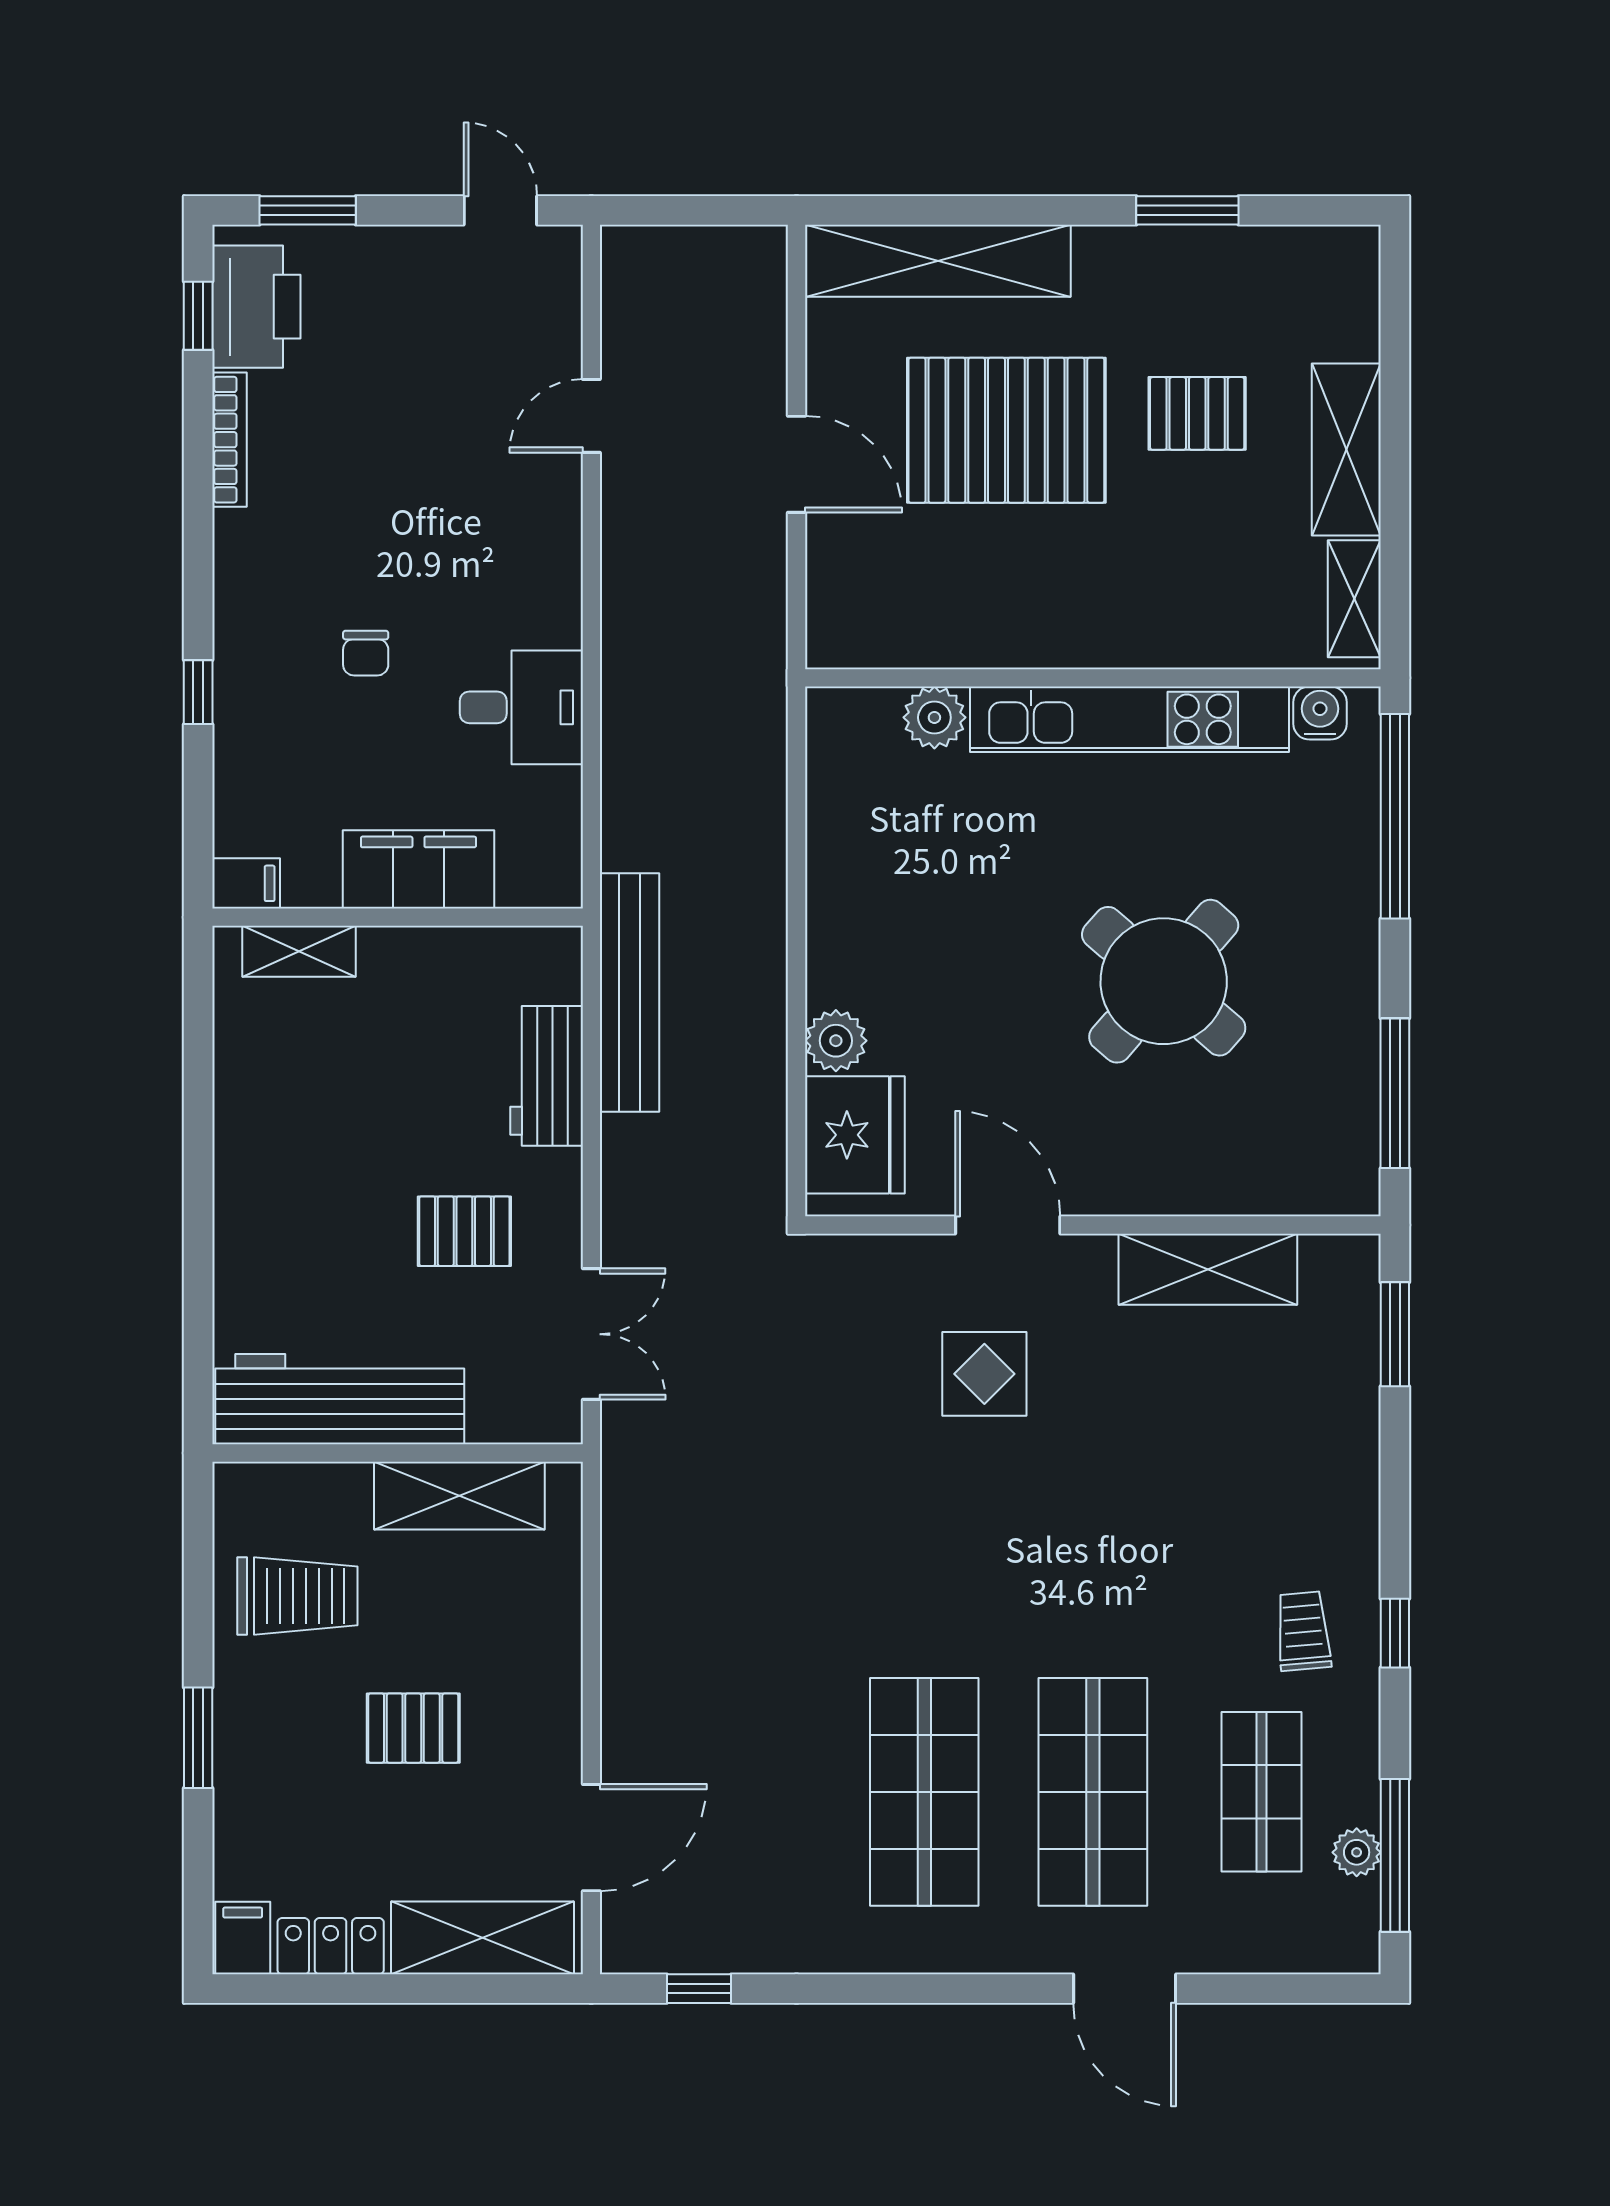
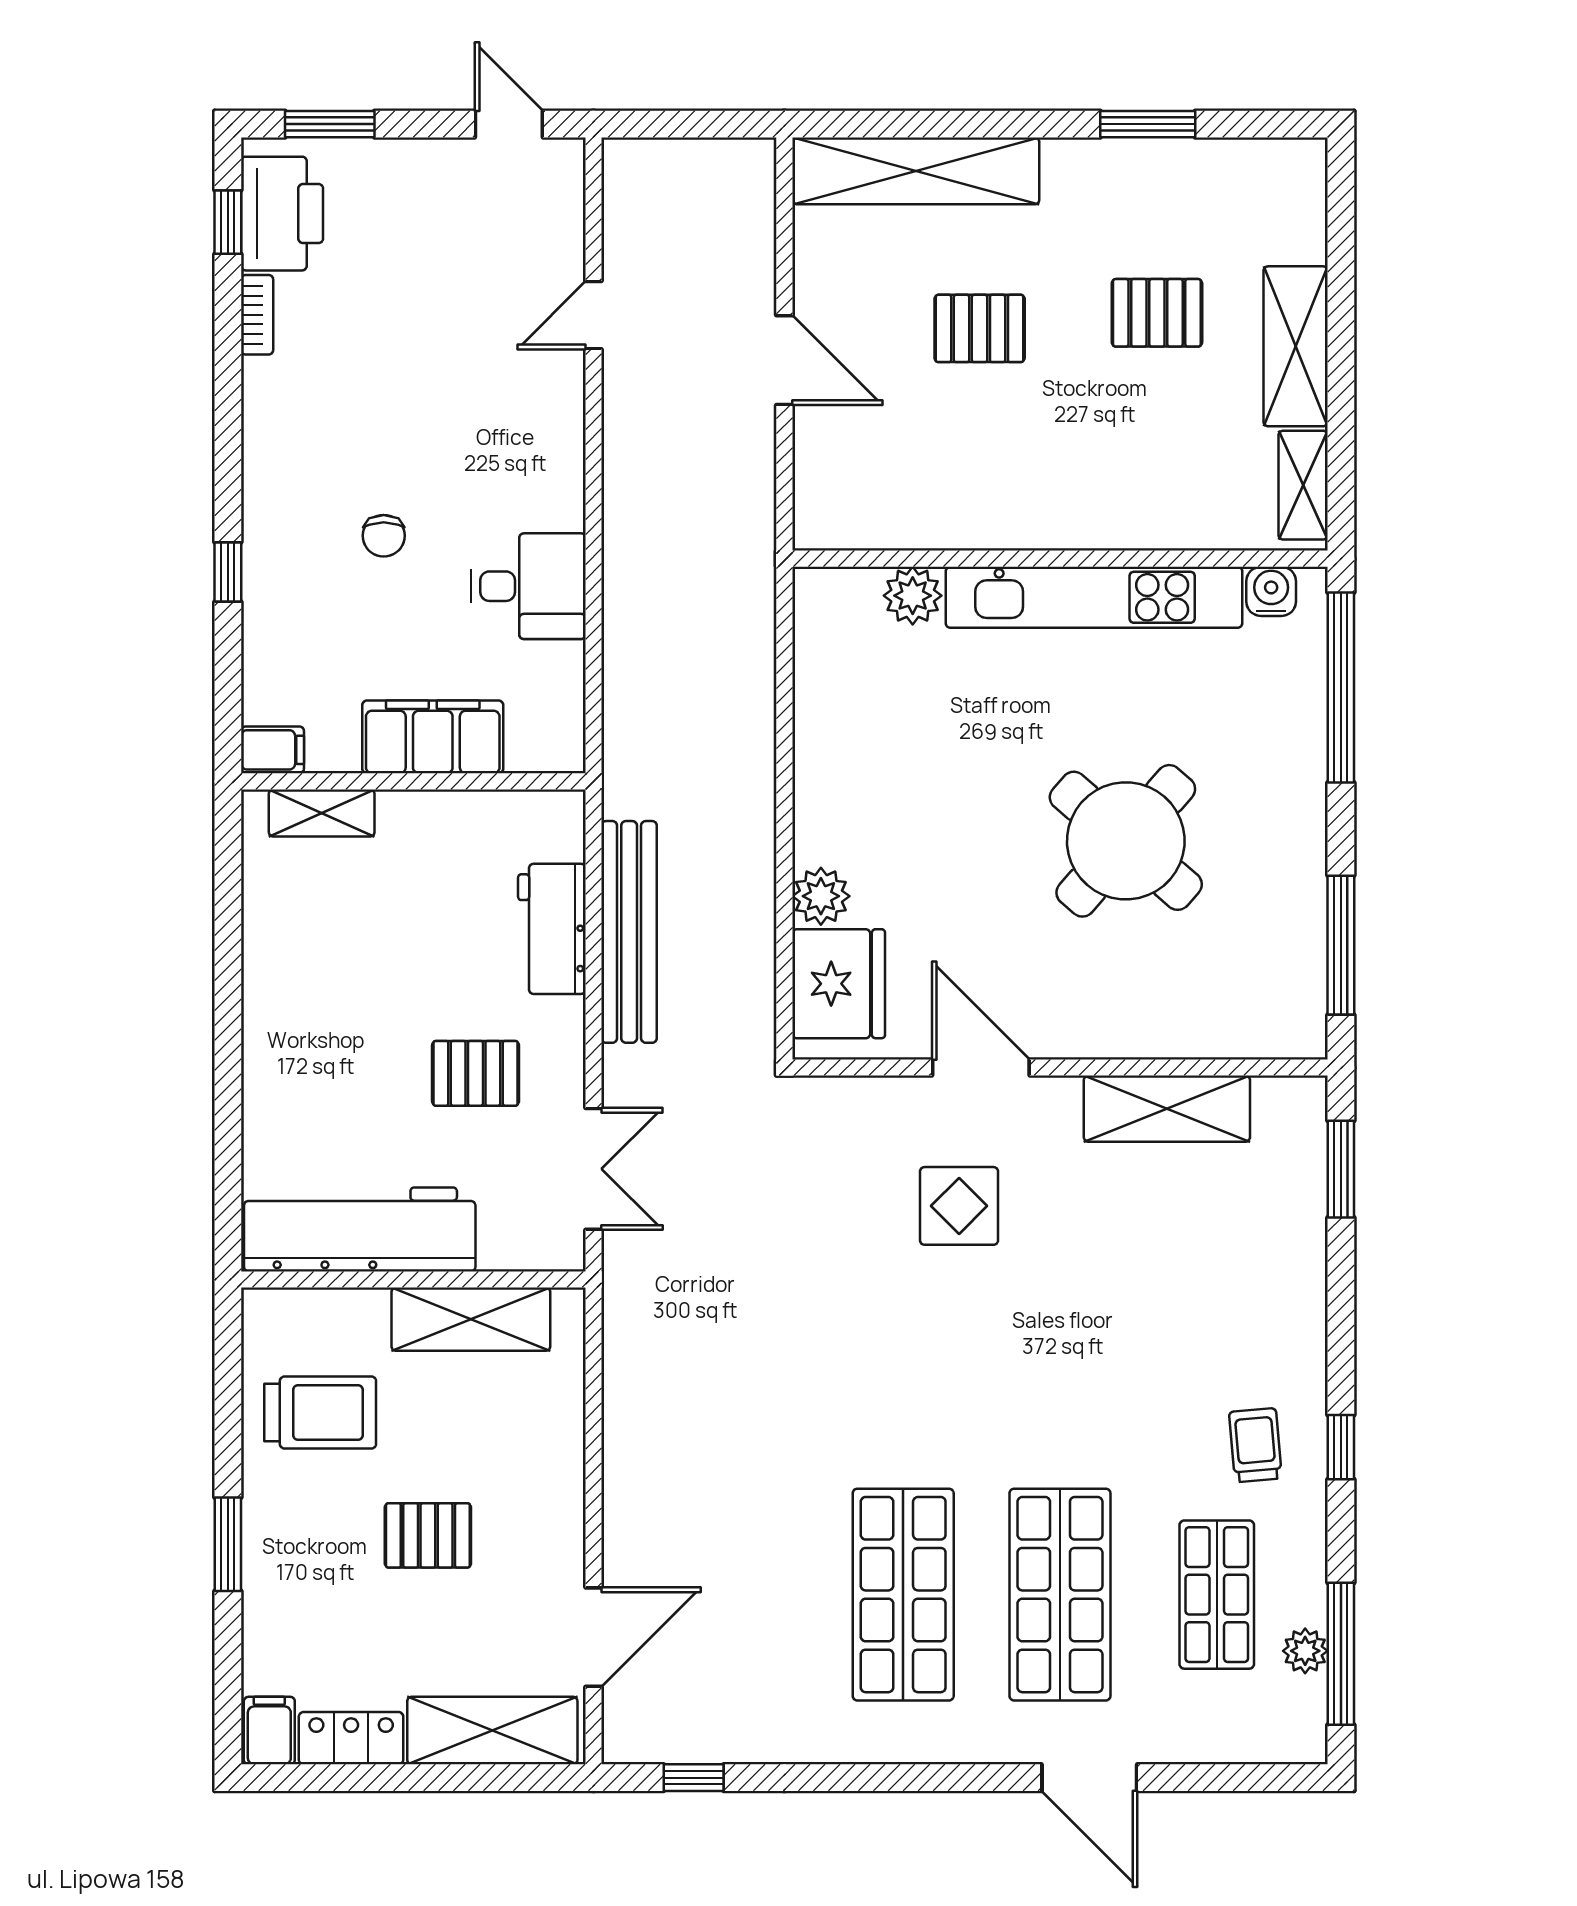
pallet: (1006, 430) -> (980, 328), width x0.49, depth x0.50
bookcase: (229, 440) -> (257, 315), width x0.64
bench: (630, 993) -> (629, 932), moved

